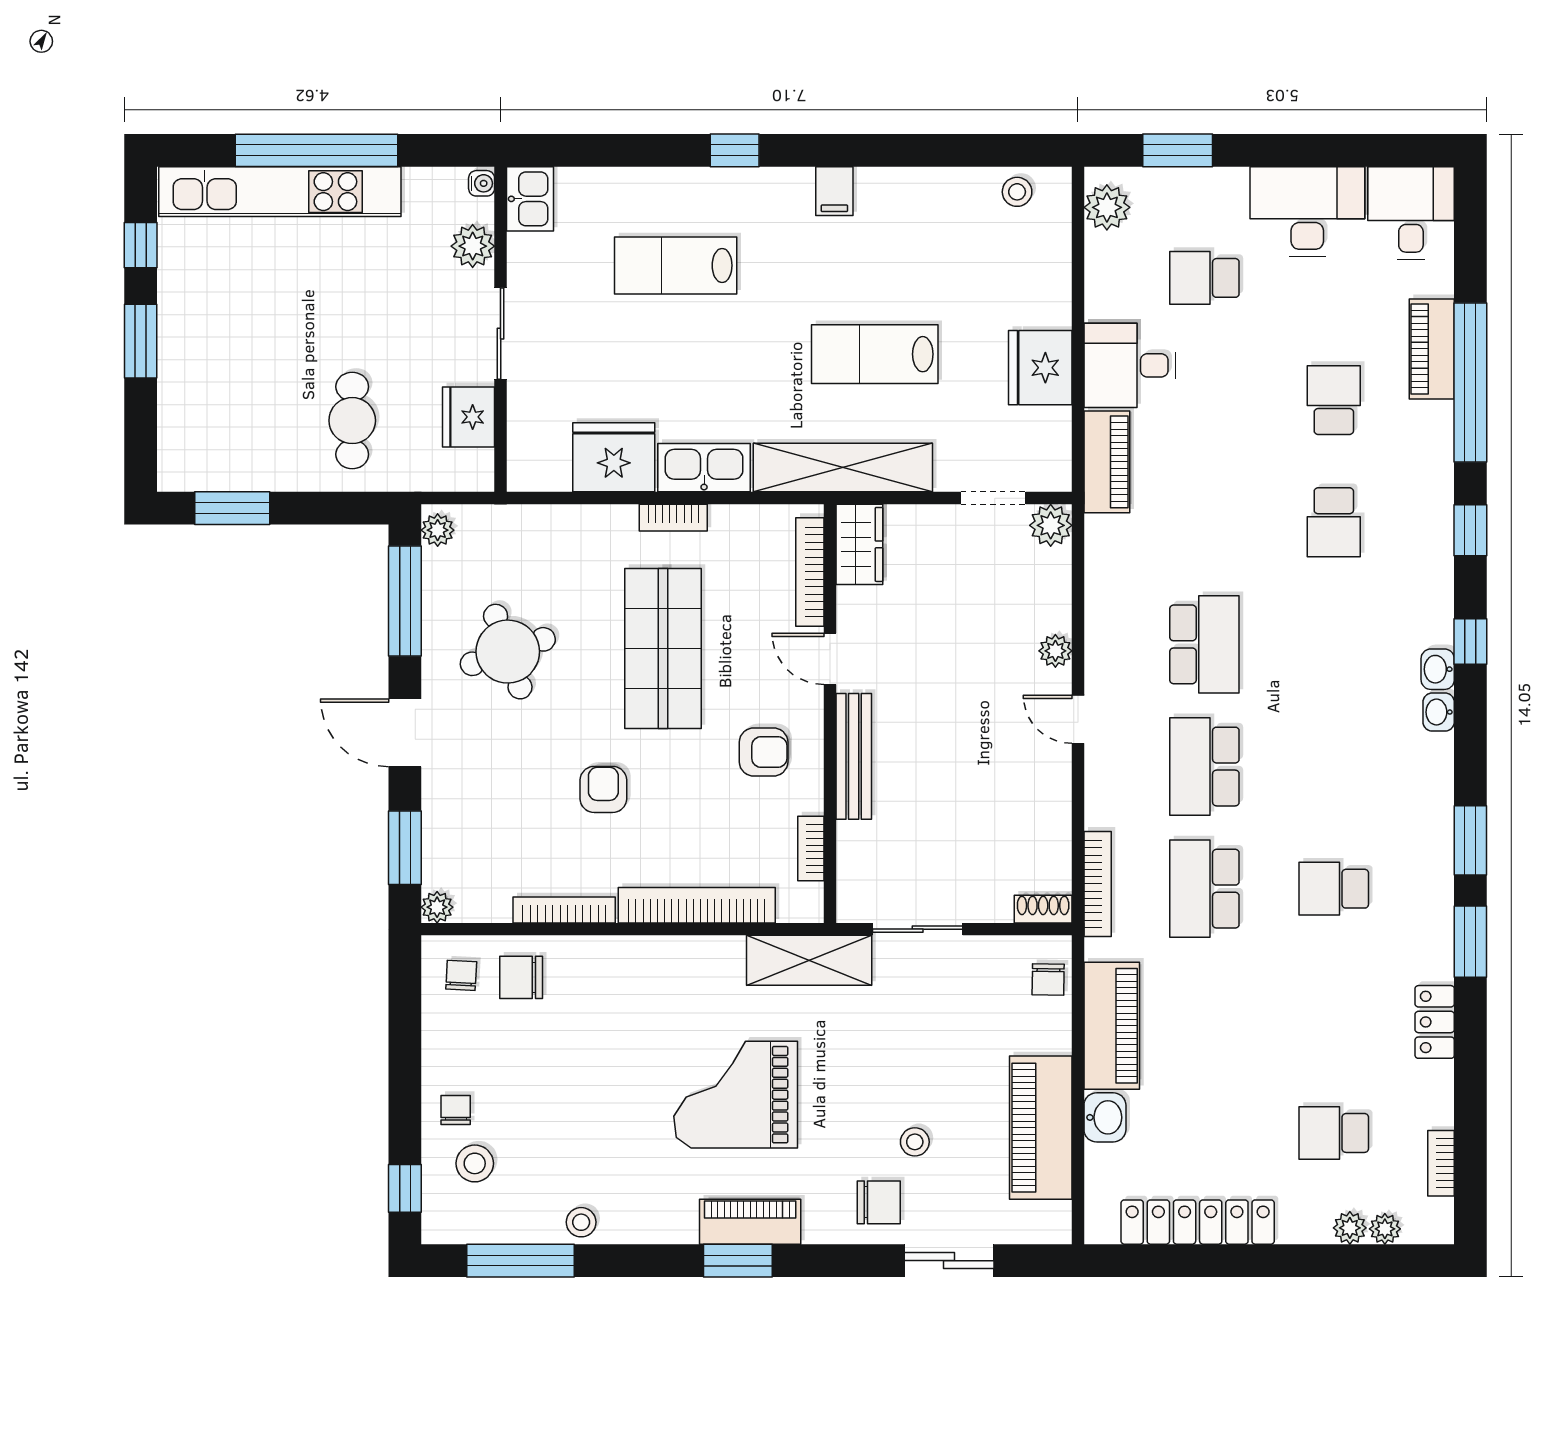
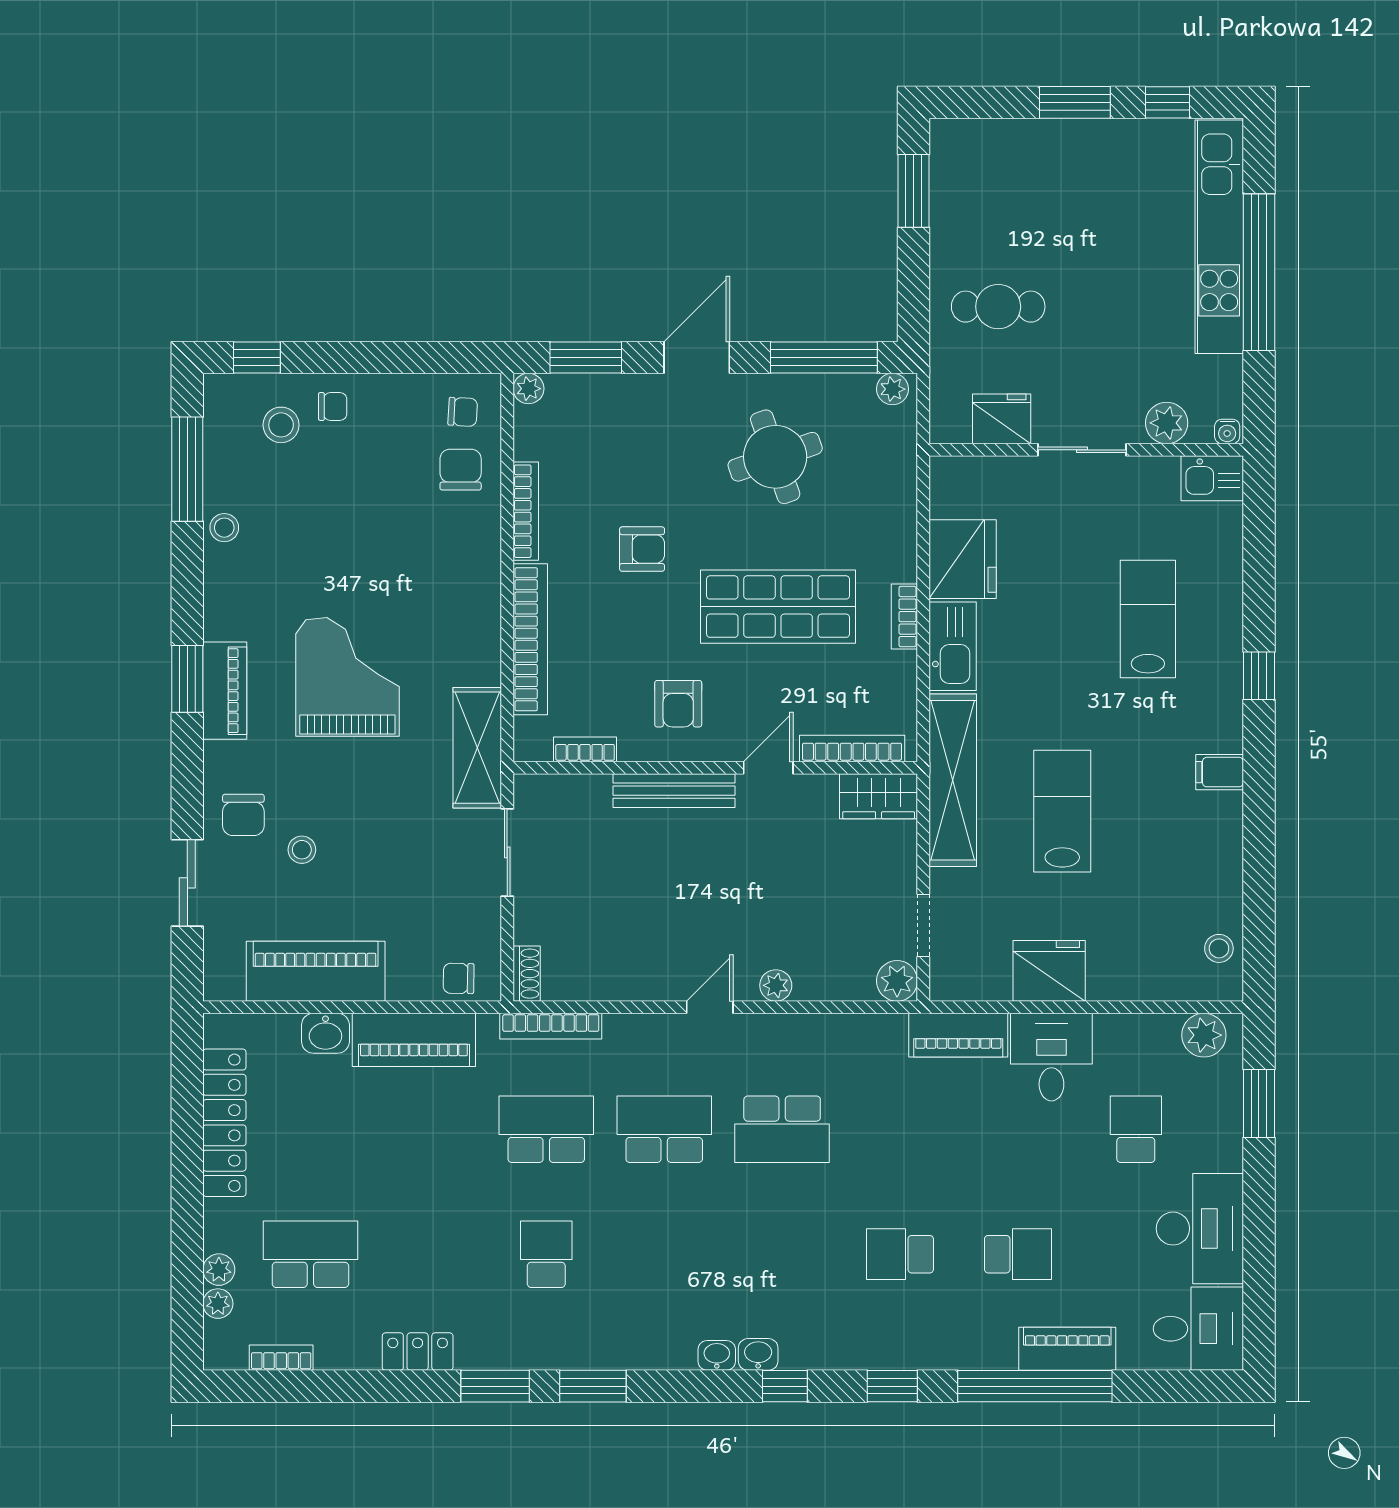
school desk: (1334, 1133) -> (310, 1254), width x1.85

